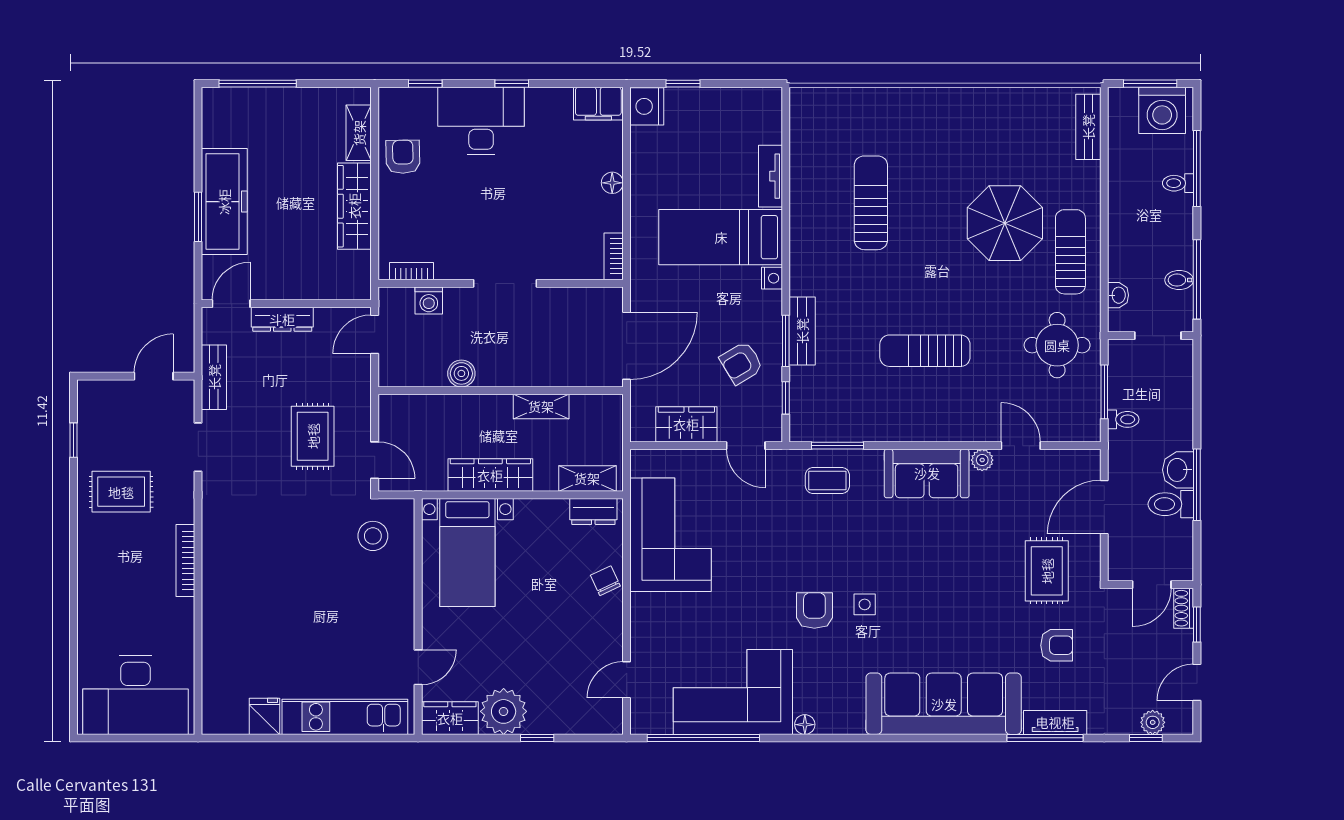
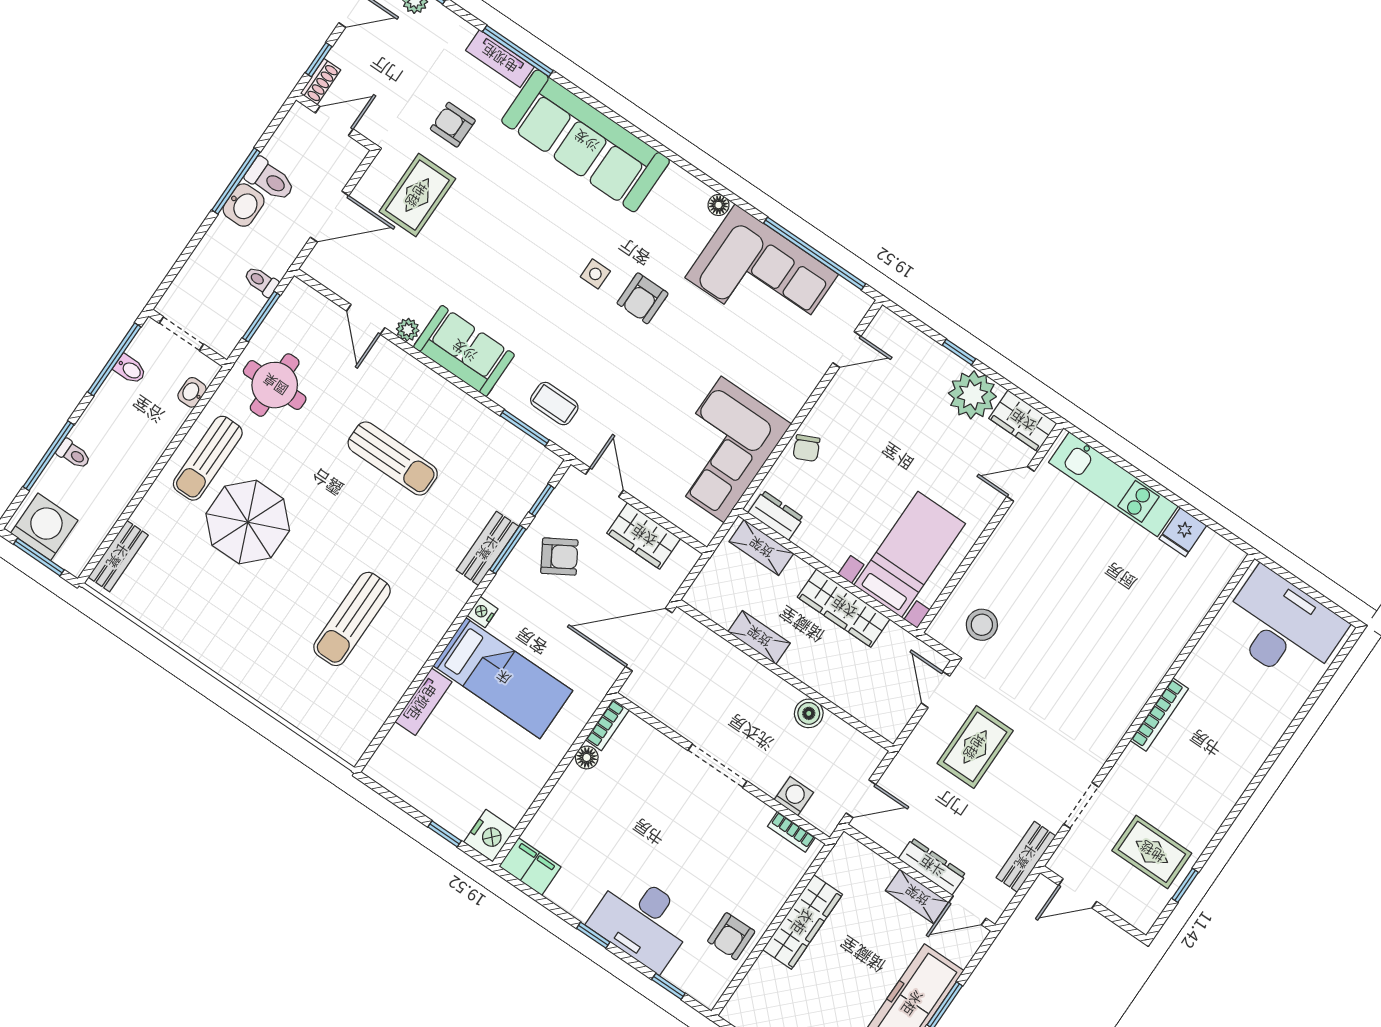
shelving: (359, 133) -> (917, 896), moved, turned 90
floor lamp: (612, 183) -> (587, 757), moved
rug: (121, 492) -> (1152, 852), moved

